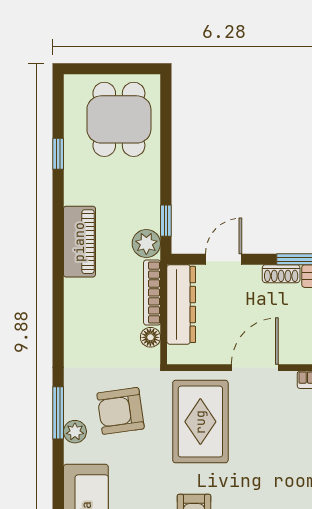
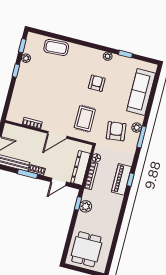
window: (58, 154) -> (131, 180), moved
piano: (79, 242) -> (121, 179), moved
plant: (146, 244) -> (86, 206), moved
armchair: (121, 411) -> (116, 131), turned -89
rug: (200, 422) -> (85, 119), width x0.73, depth x0.70

